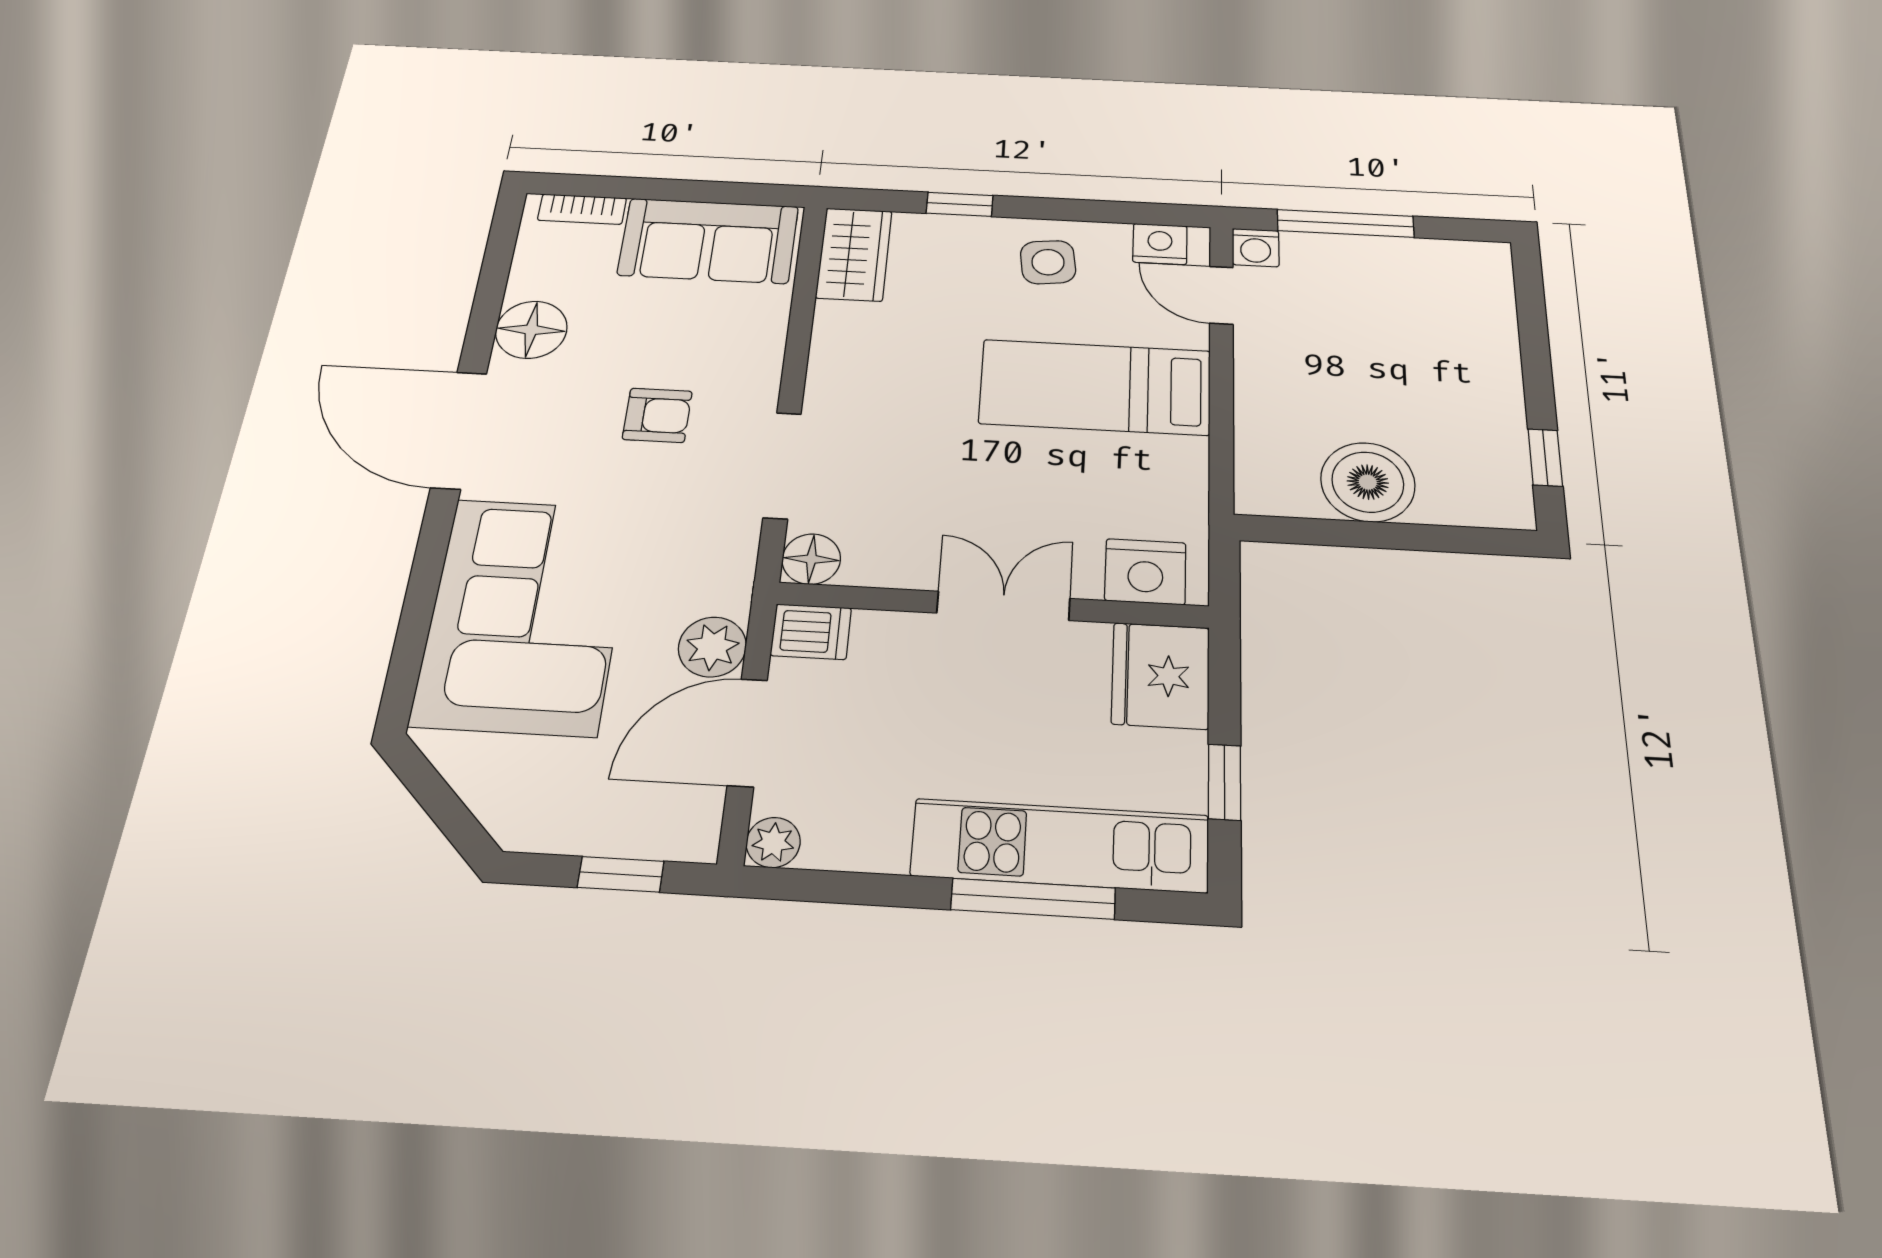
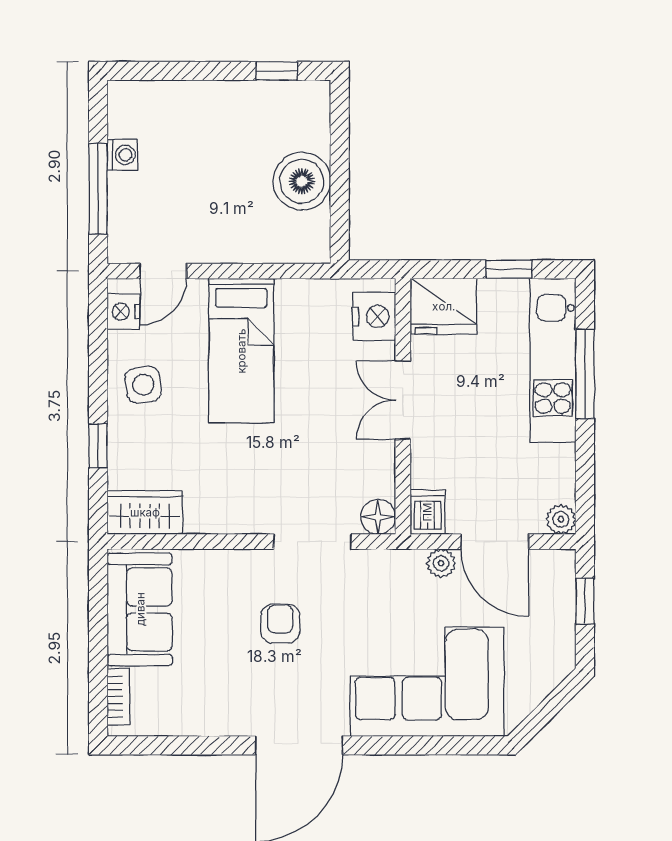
washing machine: (1256, 248) -> (122, 155), moved
floor lamp: (531, 330) -> (219, 714), removed
plant: (712, 647) -> (441, 563), width x0.73, depth x0.73

